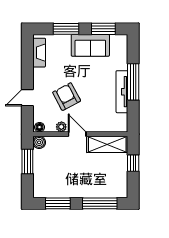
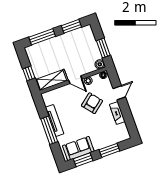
sofa: (90, 45) -> (78, 148), moved
fireplace: (39, 53) -> (117, 113), moved
armchair: (67, 97) -> (92, 103), turned -101

